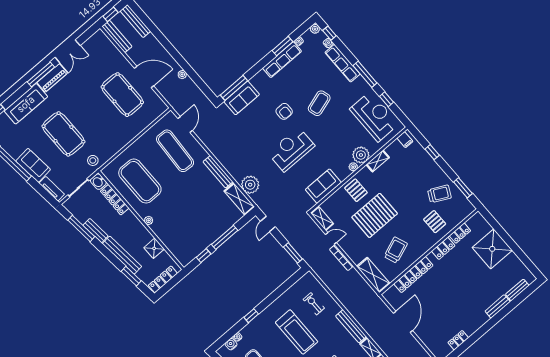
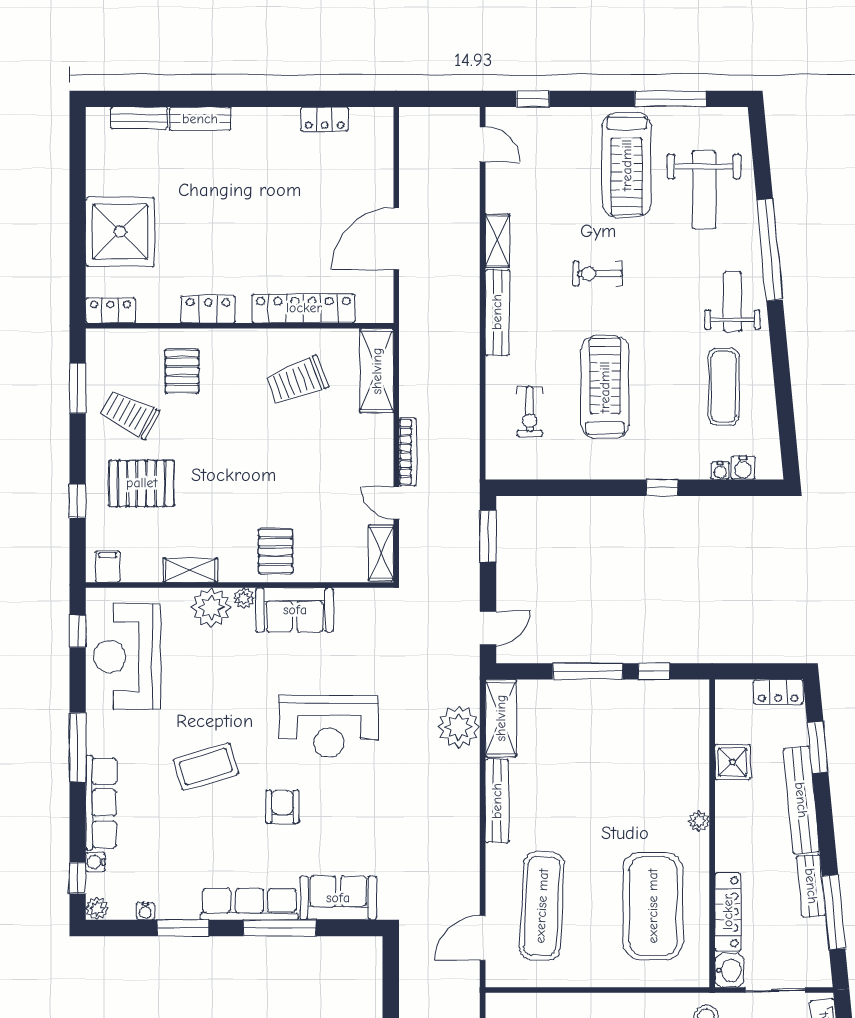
row of seats: (282, 60) -> (249, 904), moved
window: (234, 88) -> (280, 928), moved
window: (387, 99) -> (78, 631), moved
sofa: (323, 186) -> (295, 610), moved
pallet: (375, 215) -> (142, 483), moved, width x0.73, depth x0.71
locker: (460, 233) -> (110, 311), moved
locker: (163, 279) -> (778, 692), width x0.66

